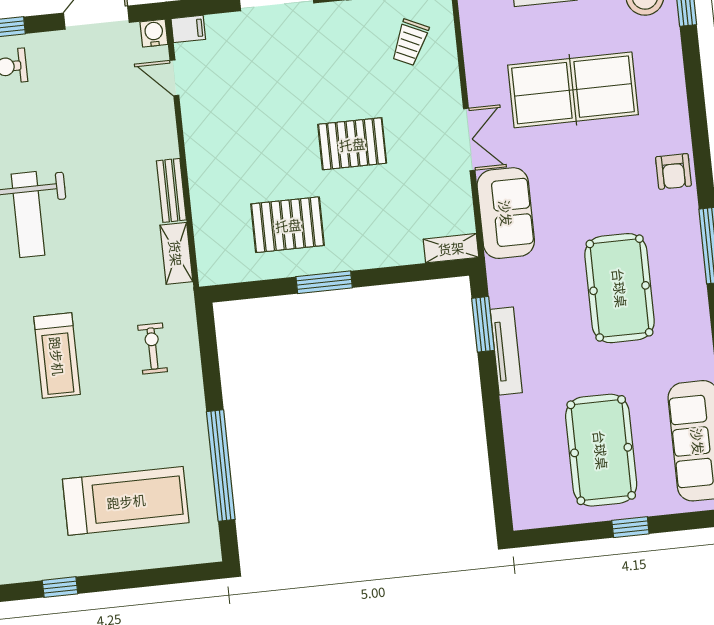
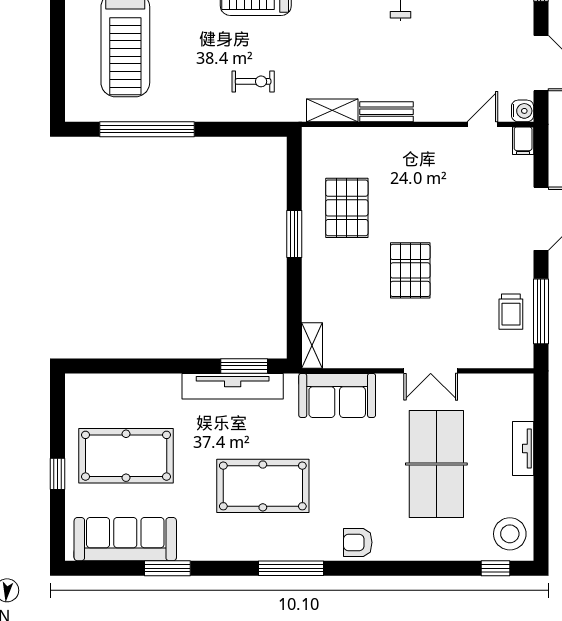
trolley: (410, 42) -> (511, 312), moved, turned -115
double door: (469, 139) -> (431, 371), moved
tv unit: (506, 351) -> (233, 386), width x1.36, depth x1.29

